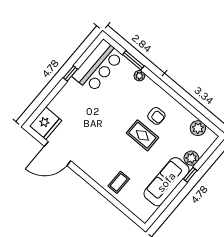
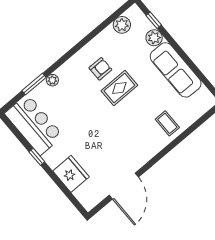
fridge: (46, 123) -> (71, 174), moved
window: (190, 175) -> (154, 20), moved

